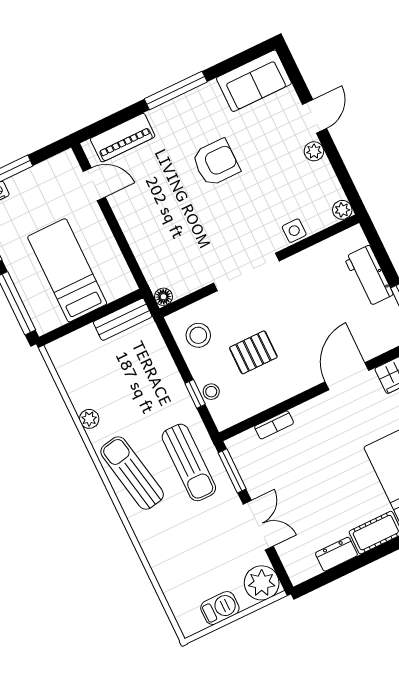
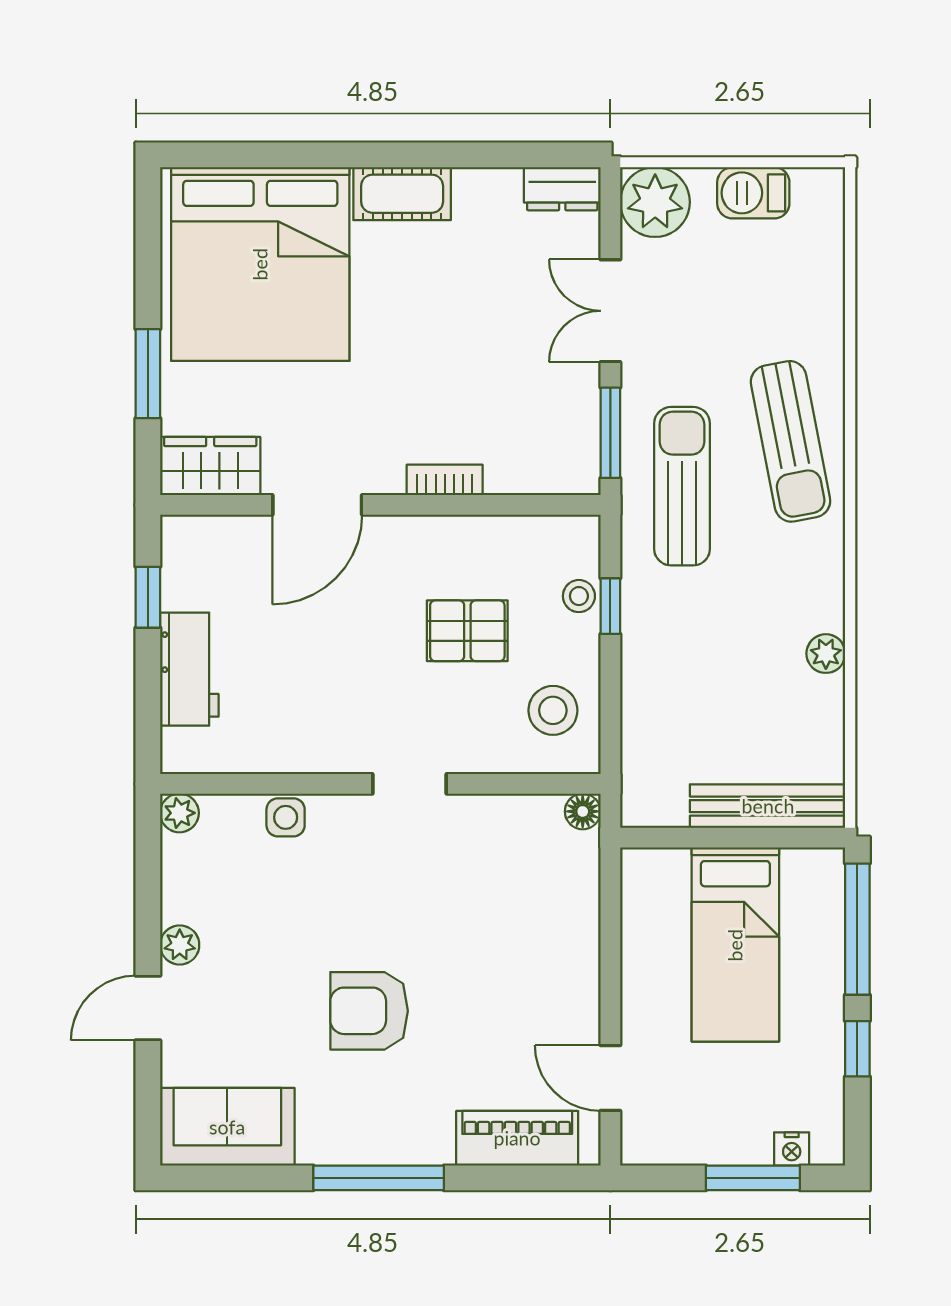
doorway: (246, 272) -> (410, 784), width x0.53
bench: (123, 319) -> (768, 806), moved, width x1.36
bookcase: (274, 425) -> (445, 480), moved
sun lounger: (132, 473) -> (790, 441), moved
dresser: (336, 554) -> (562, 189), moved

